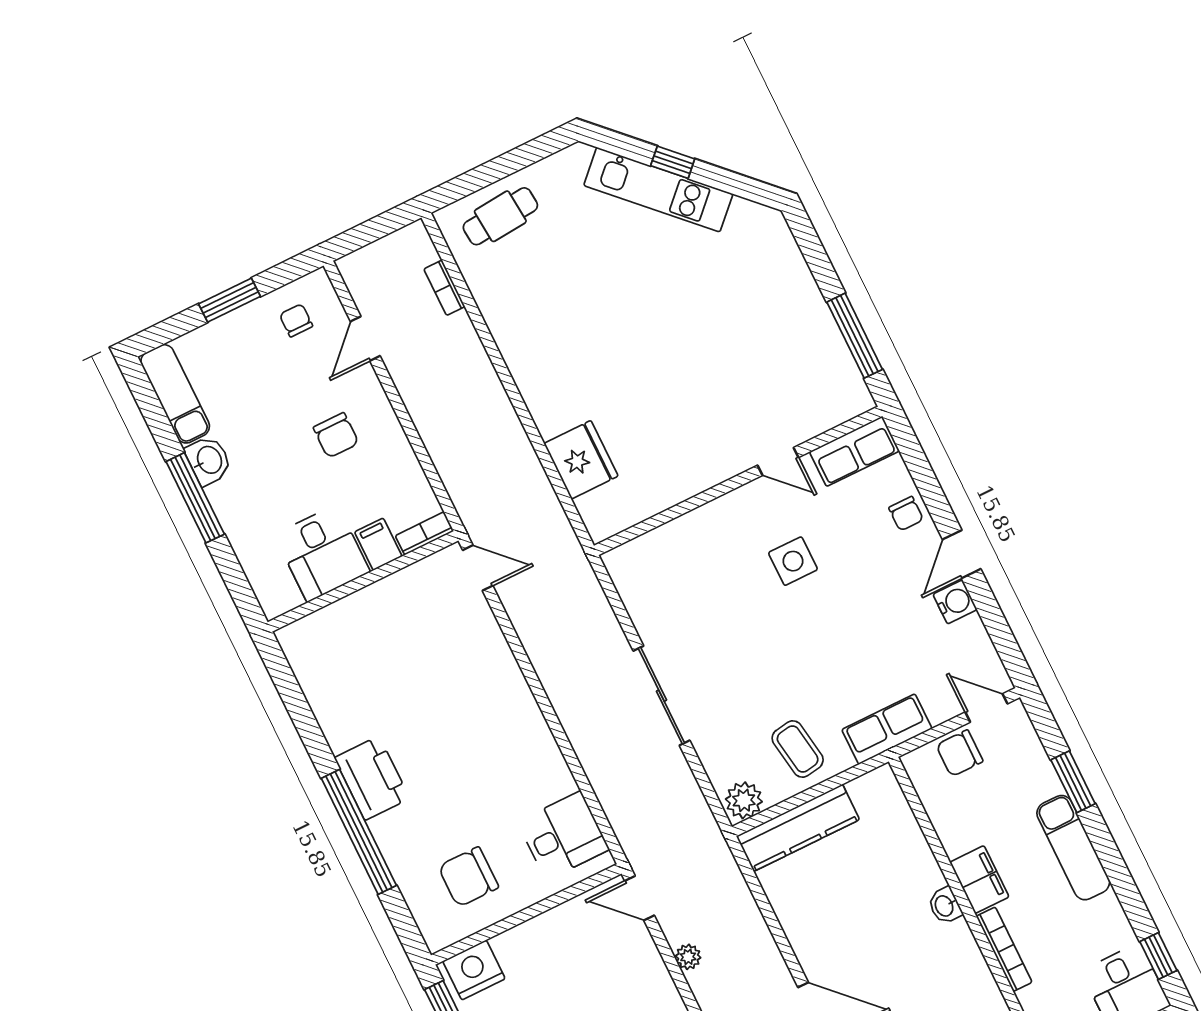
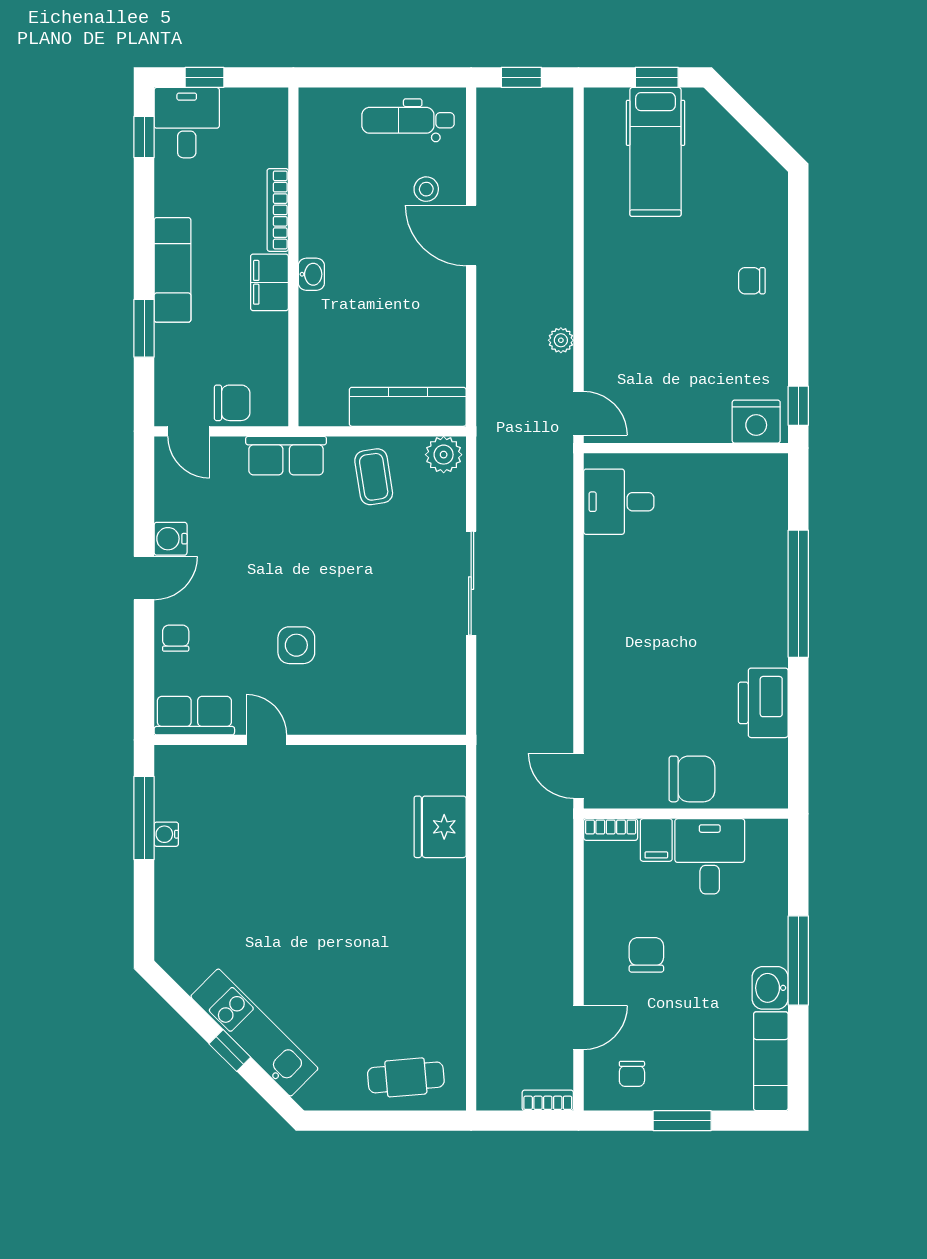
bookcase: (444, 288) -> (548, 1100), moved, turned -90
water cooler: (827, 331) -> (166, 834), added
printer: (372, 778) -> (763, 703), moved
chair: (468, 877) -> (692, 779), moved

